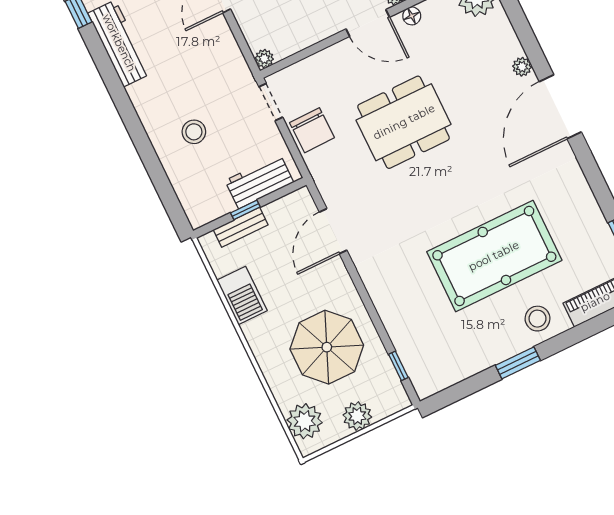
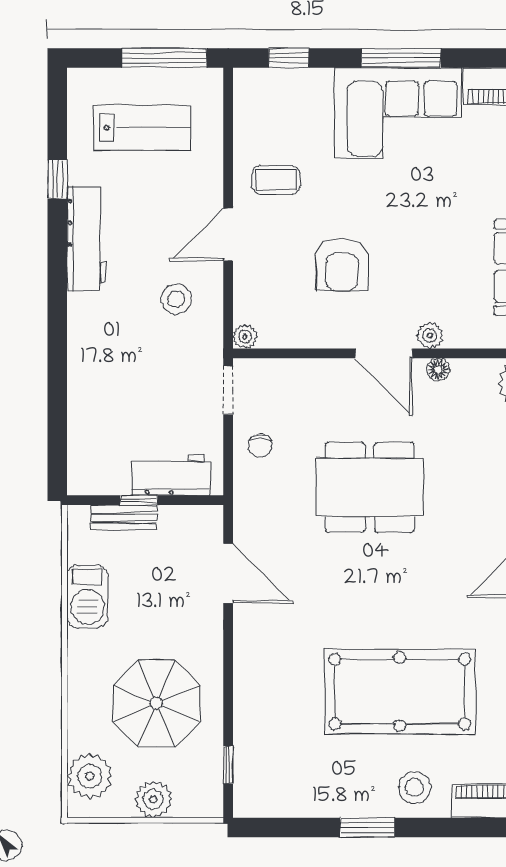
chair: (312, 130) -> (260, 446), width x0.54, depth x0.54
stool: (194, 132) -> (176, 299), moved
door: (333, 231) -> (228, 573), swing flipped

